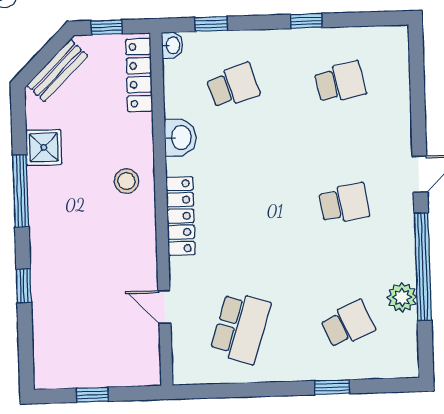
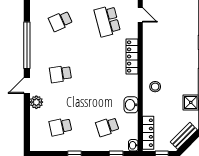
locker: (180, 216) -> (132, 56), moved
plant: (402, 297) -> (36, 102), moved
door: (164, 307) -> (140, 15), moved
school desk: (241, 328) -> (107, 21), turned -33

